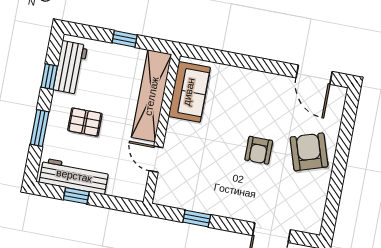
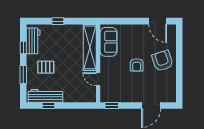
sofa: (189, 92) -> (109, 42), moved
shelving: (152, 96) -> (90, 47), moved
wall: (162, 129) -> (98, 63), moved
door: (156, 159) -> (98, 79), moved

